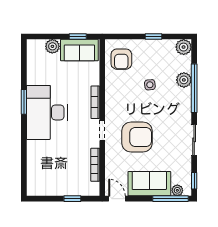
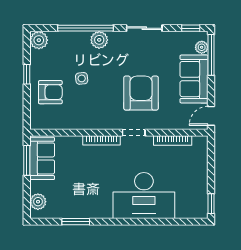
window: (78, 36) -> (27, 160), width x1.50
plant: (52, 46) -> (38, 202), moved
armchair: (121, 59) -> (50, 92), moved
plant: (184, 80) -> (99, 40), moved
window: (24, 102) -> (76, 222), moved
desk: (47, 112) -> (144, 196), moved
window: (72, 199) -> (211, 204), moved

